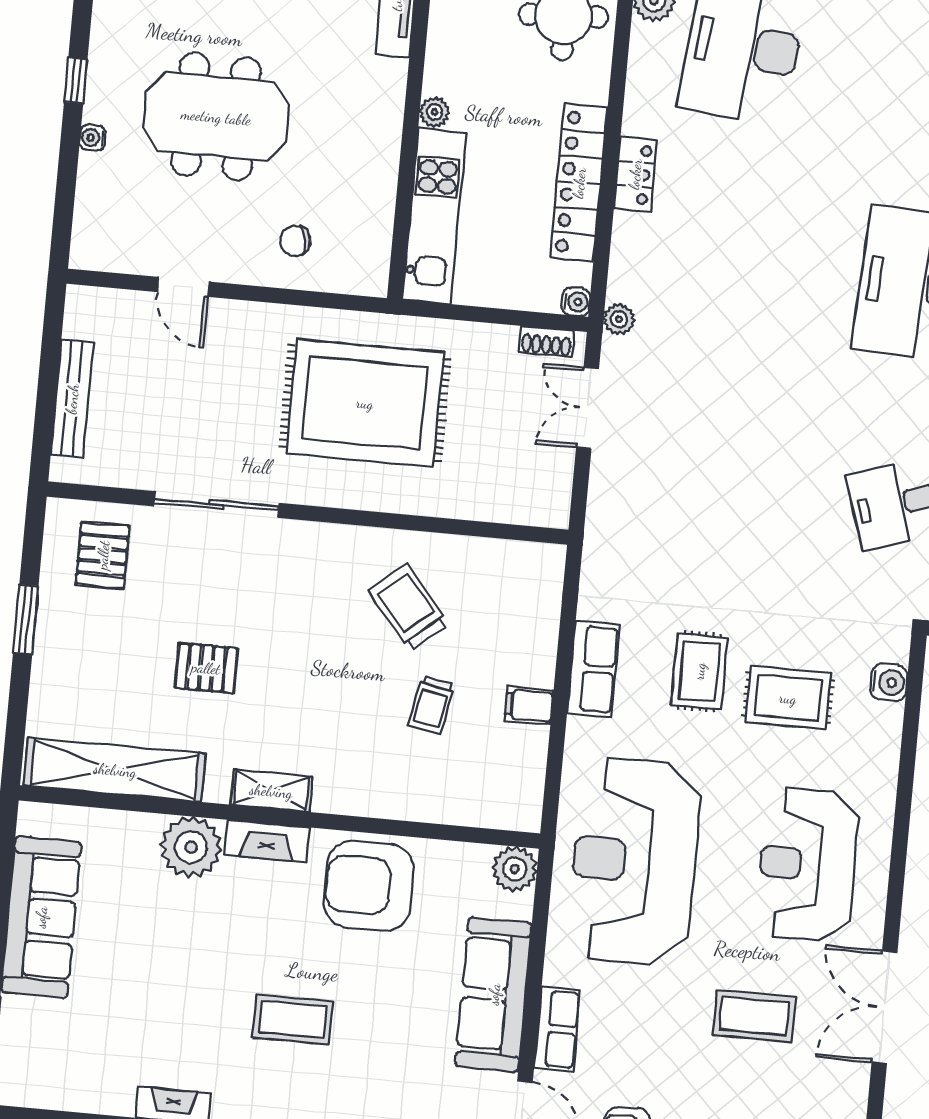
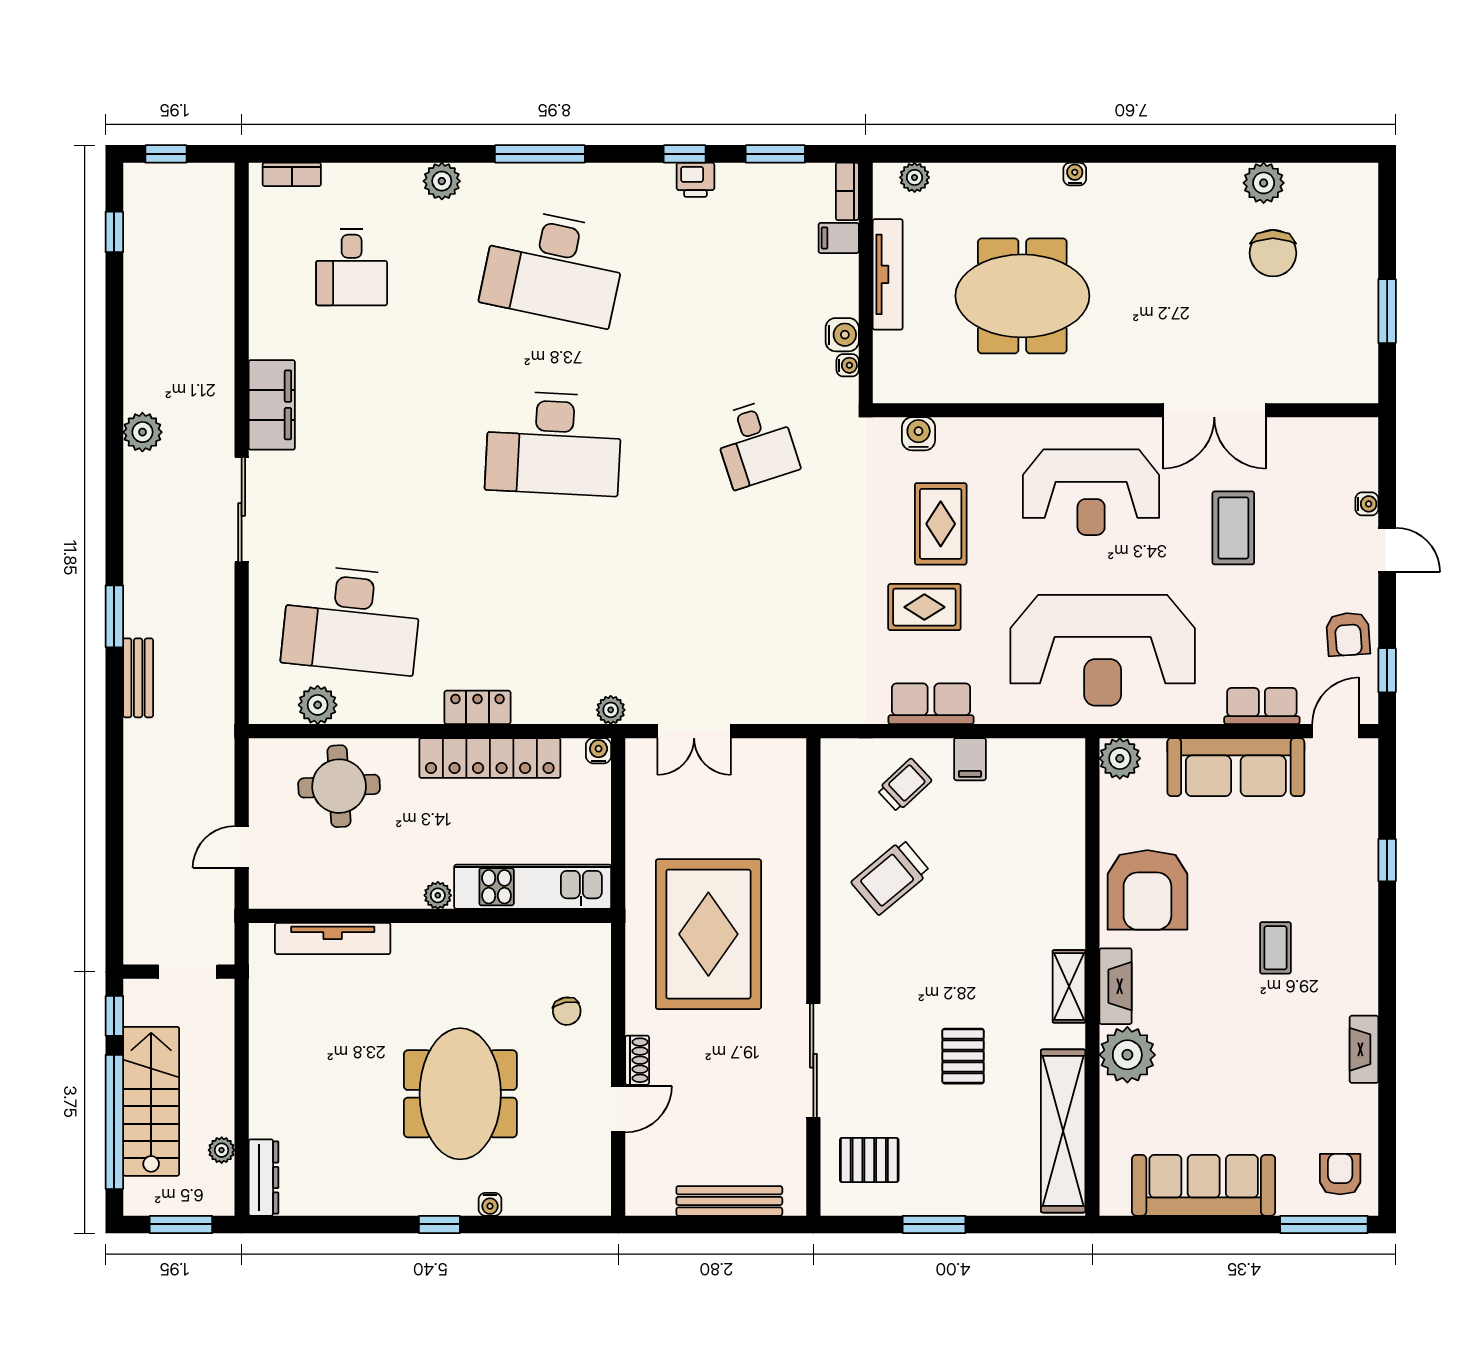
shoe rack: (546, 341) -> (637, 1060), moved
trolley: (431, 705) -> (904, 785), moved, turned -54
coffee table: (293, 1019) -> (1275, 948), width x0.73, depth x0.77
armchair: (39, 1067) -> (1340, 1174), added

